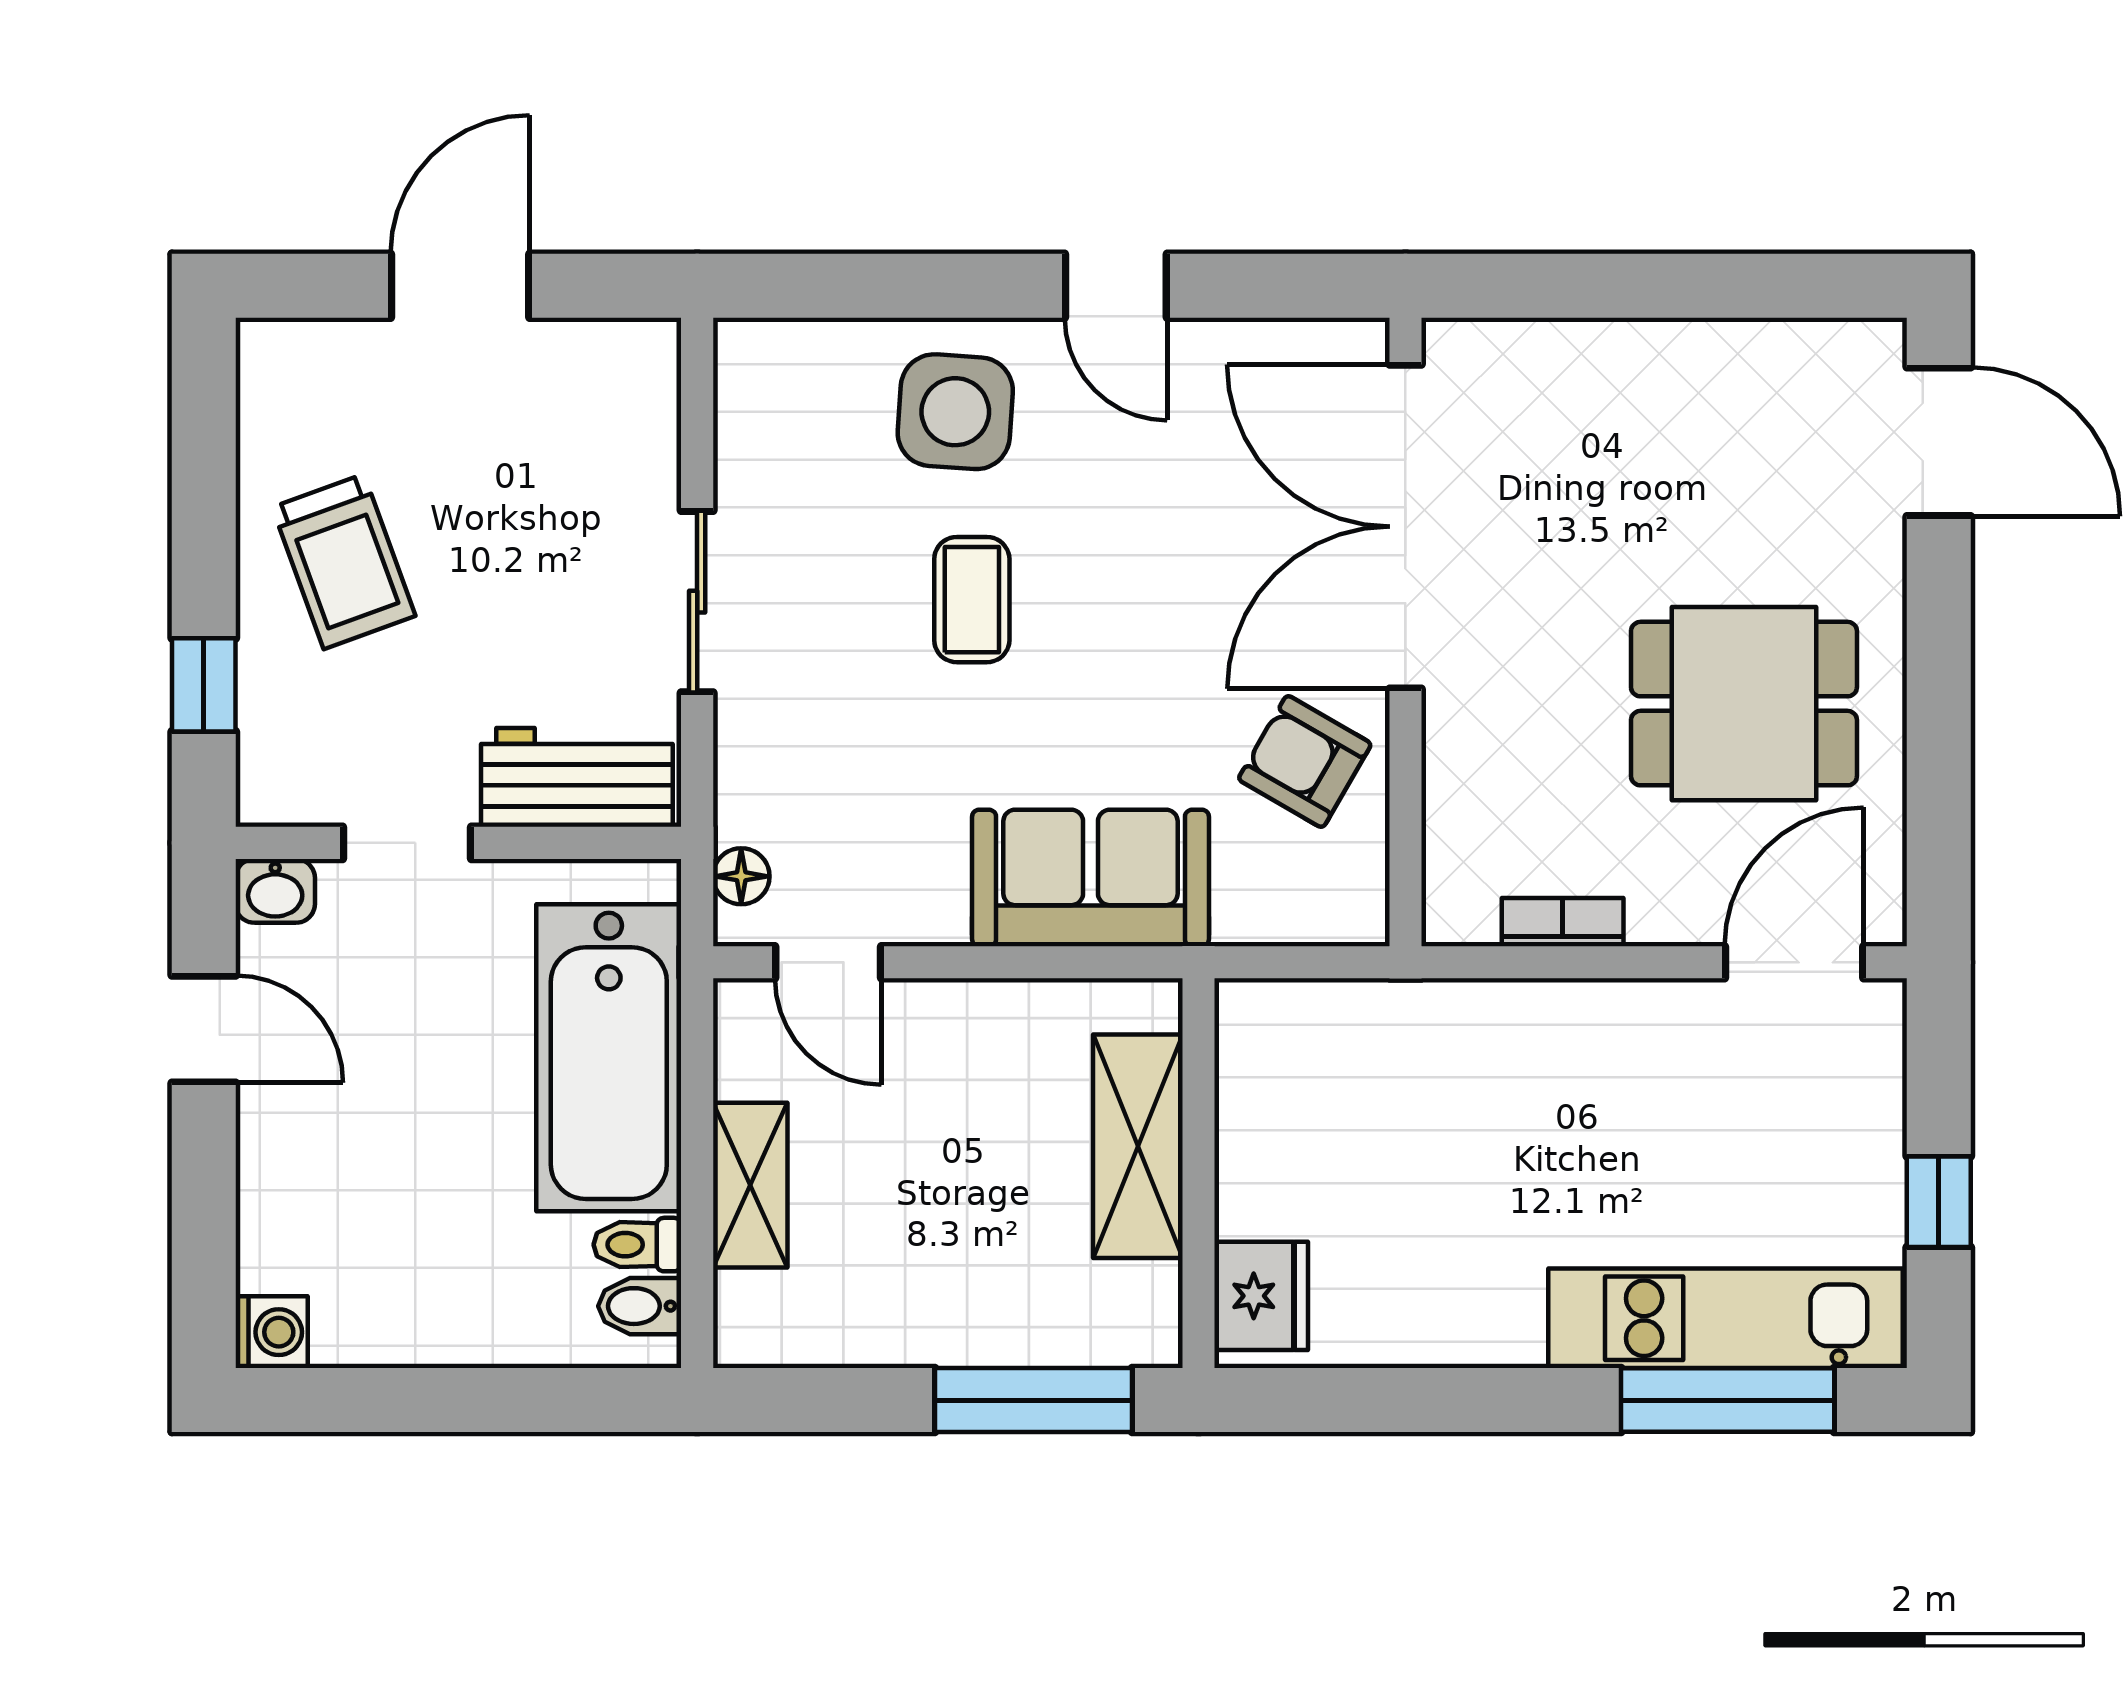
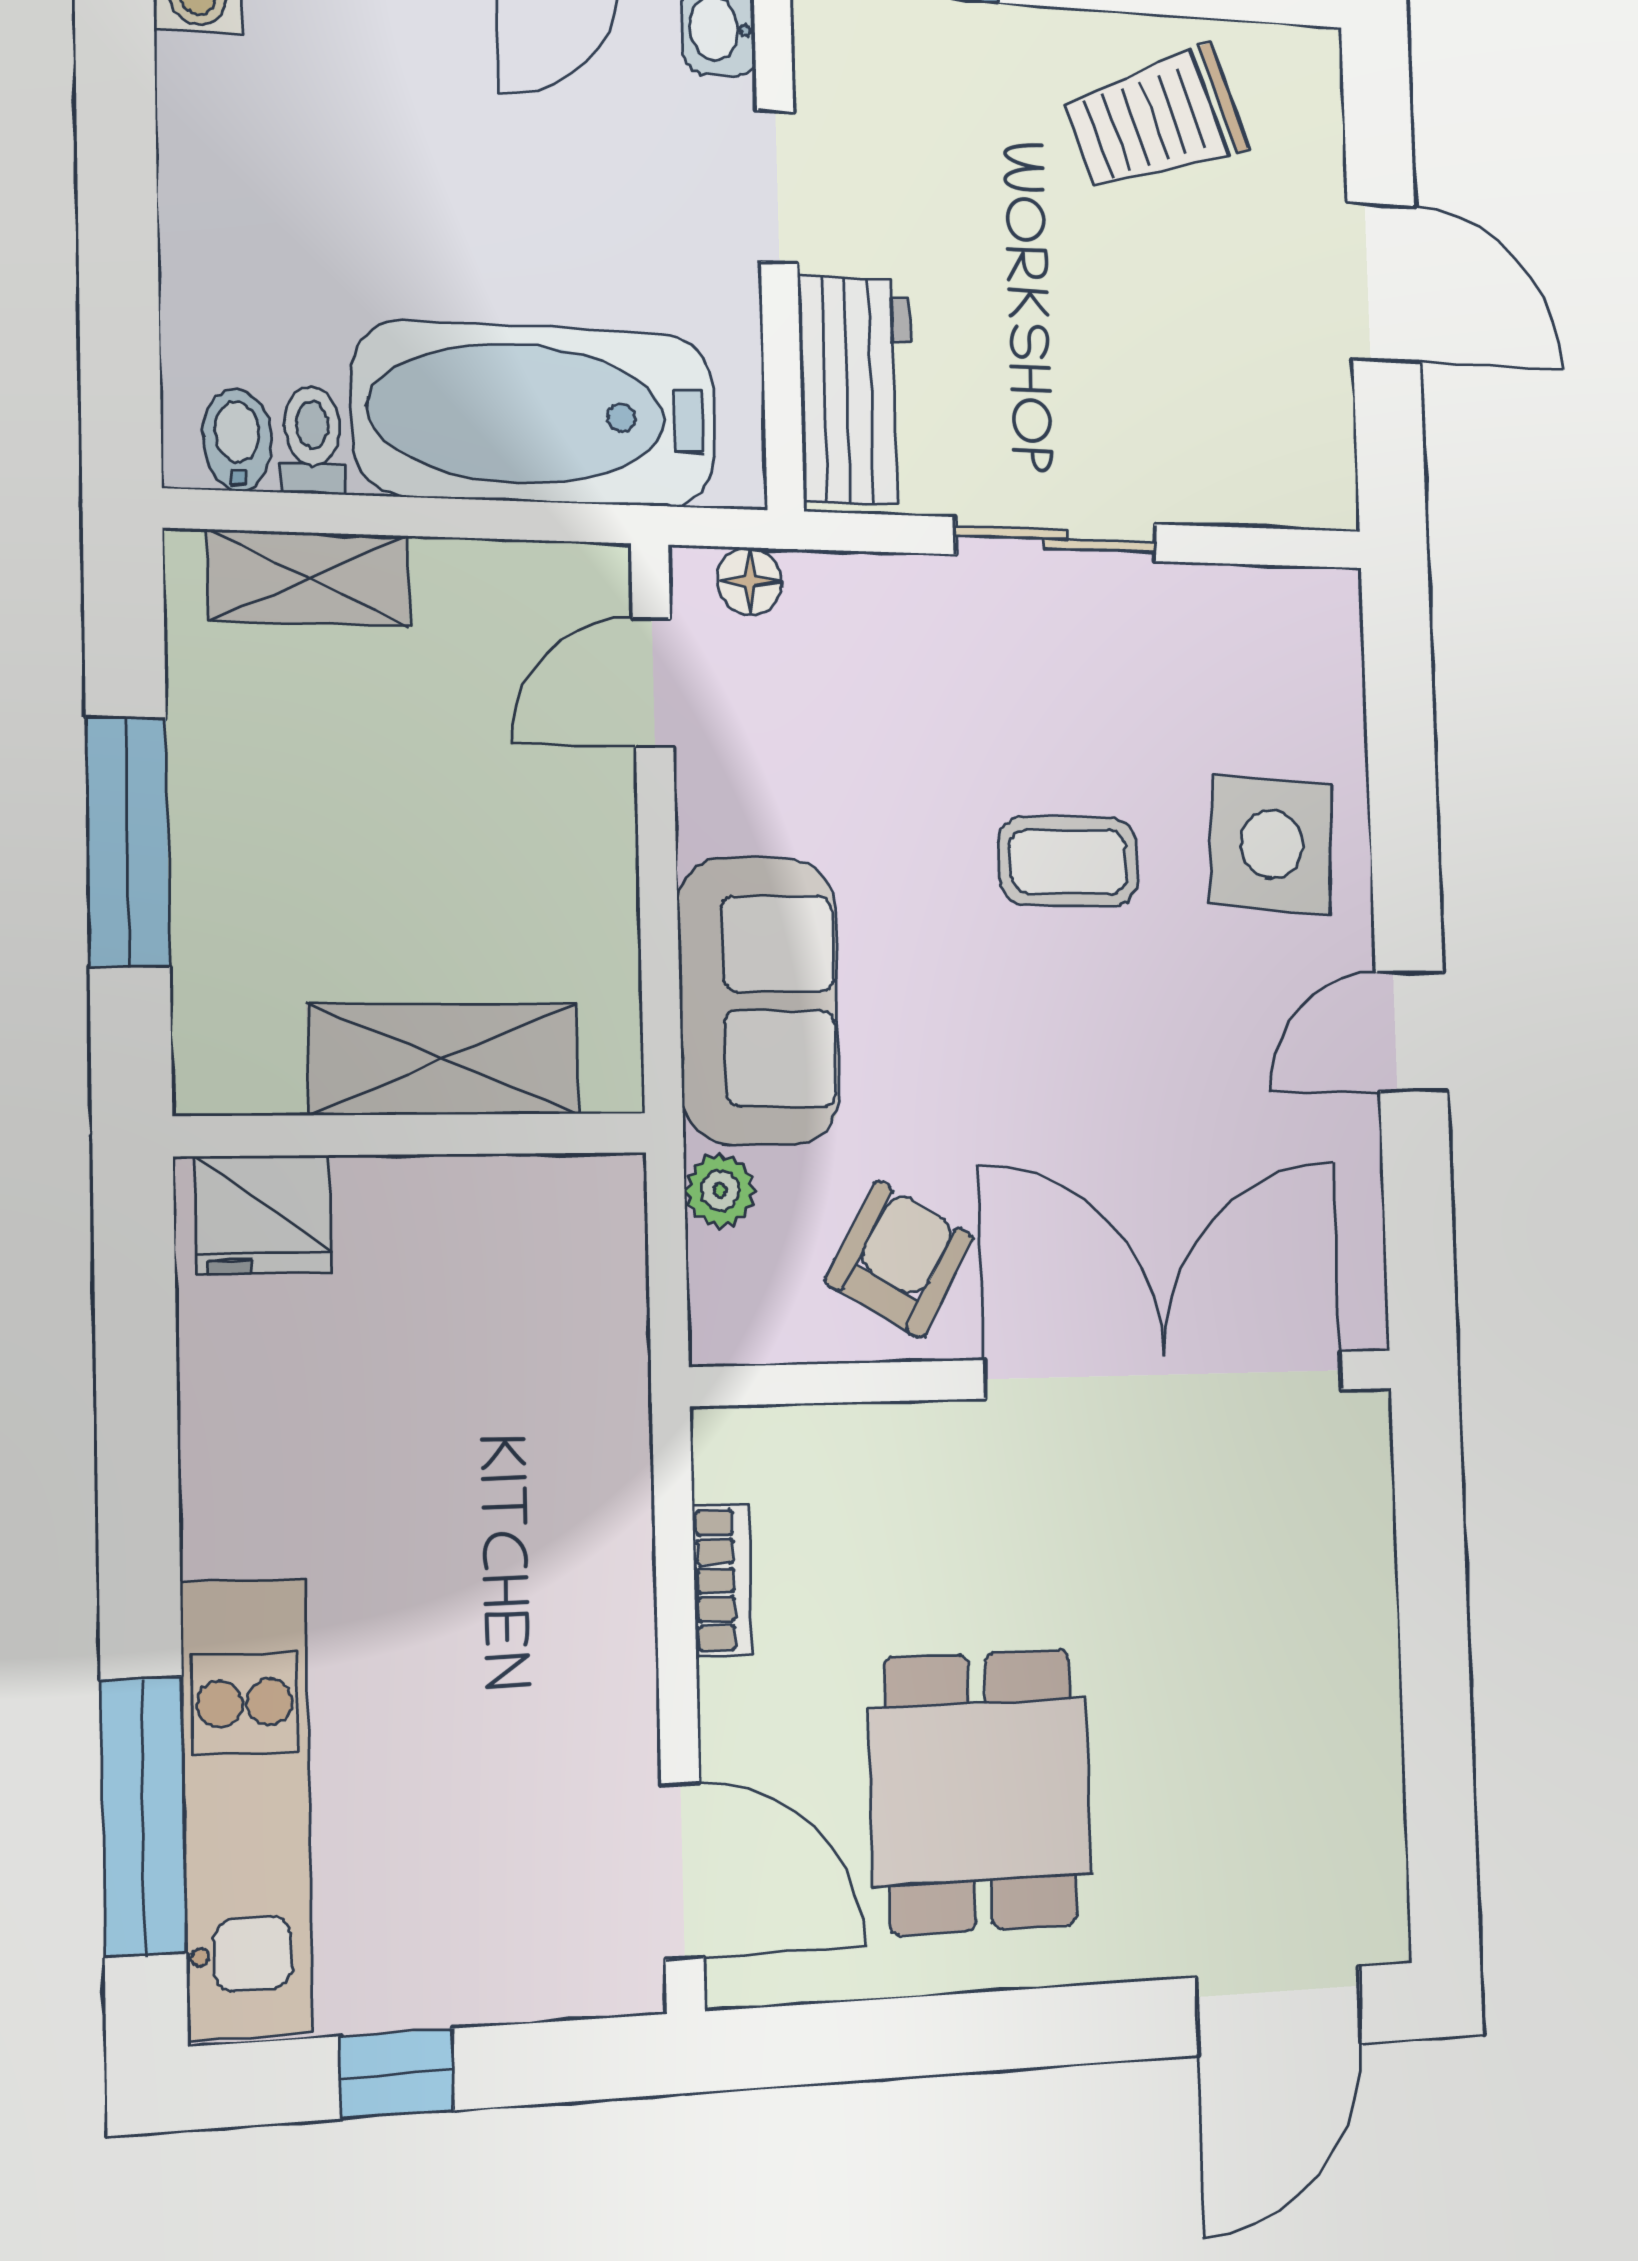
trolley: (344, 562) -> (1155, 120), moved
plant: (1246, 916) -> (720, 1190), added
shelving: (750, 1185) -> (309, 578), moved
window: (1033, 1400) -> (128, 842), moved

